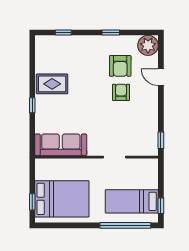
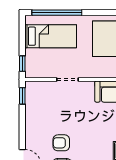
armchair: (121, 92) -> (61, 143), turned 90
window: (161, 206) -> (22, 64), moved

